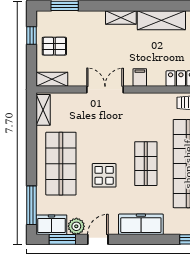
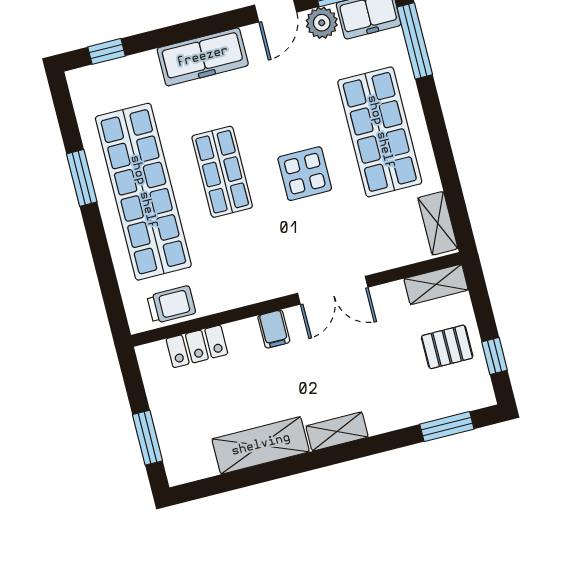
display table: (104, 175) -> (305, 174), moved

